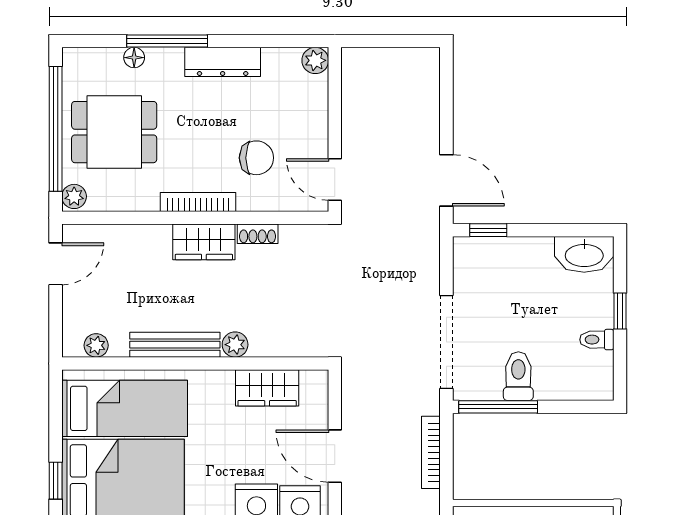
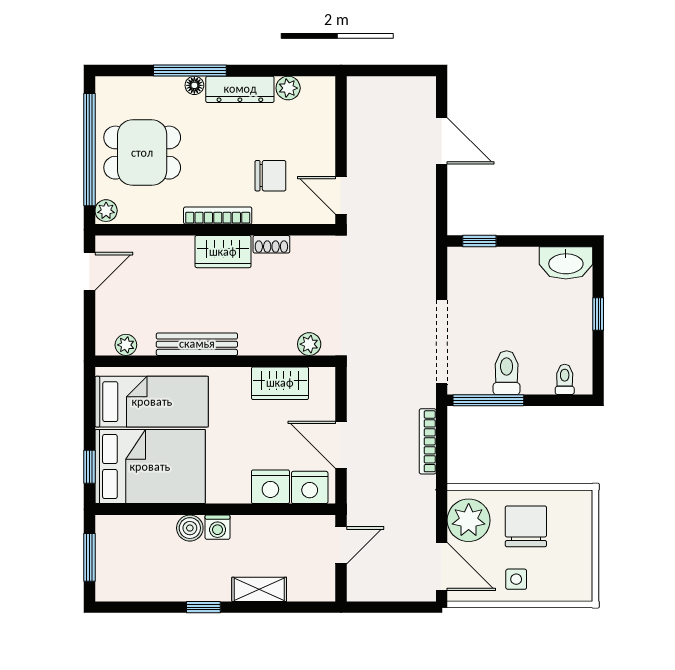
floor lamp: (134, 58) -> (194, 85), moved
plant: (315, 60) -> (288, 88), moved
door: (446, 180) -> (442, 141), moved
toilet: (597, 340) -> (565, 379), moved, turned 90
plant: (235, 345) -> (309, 344), moved

